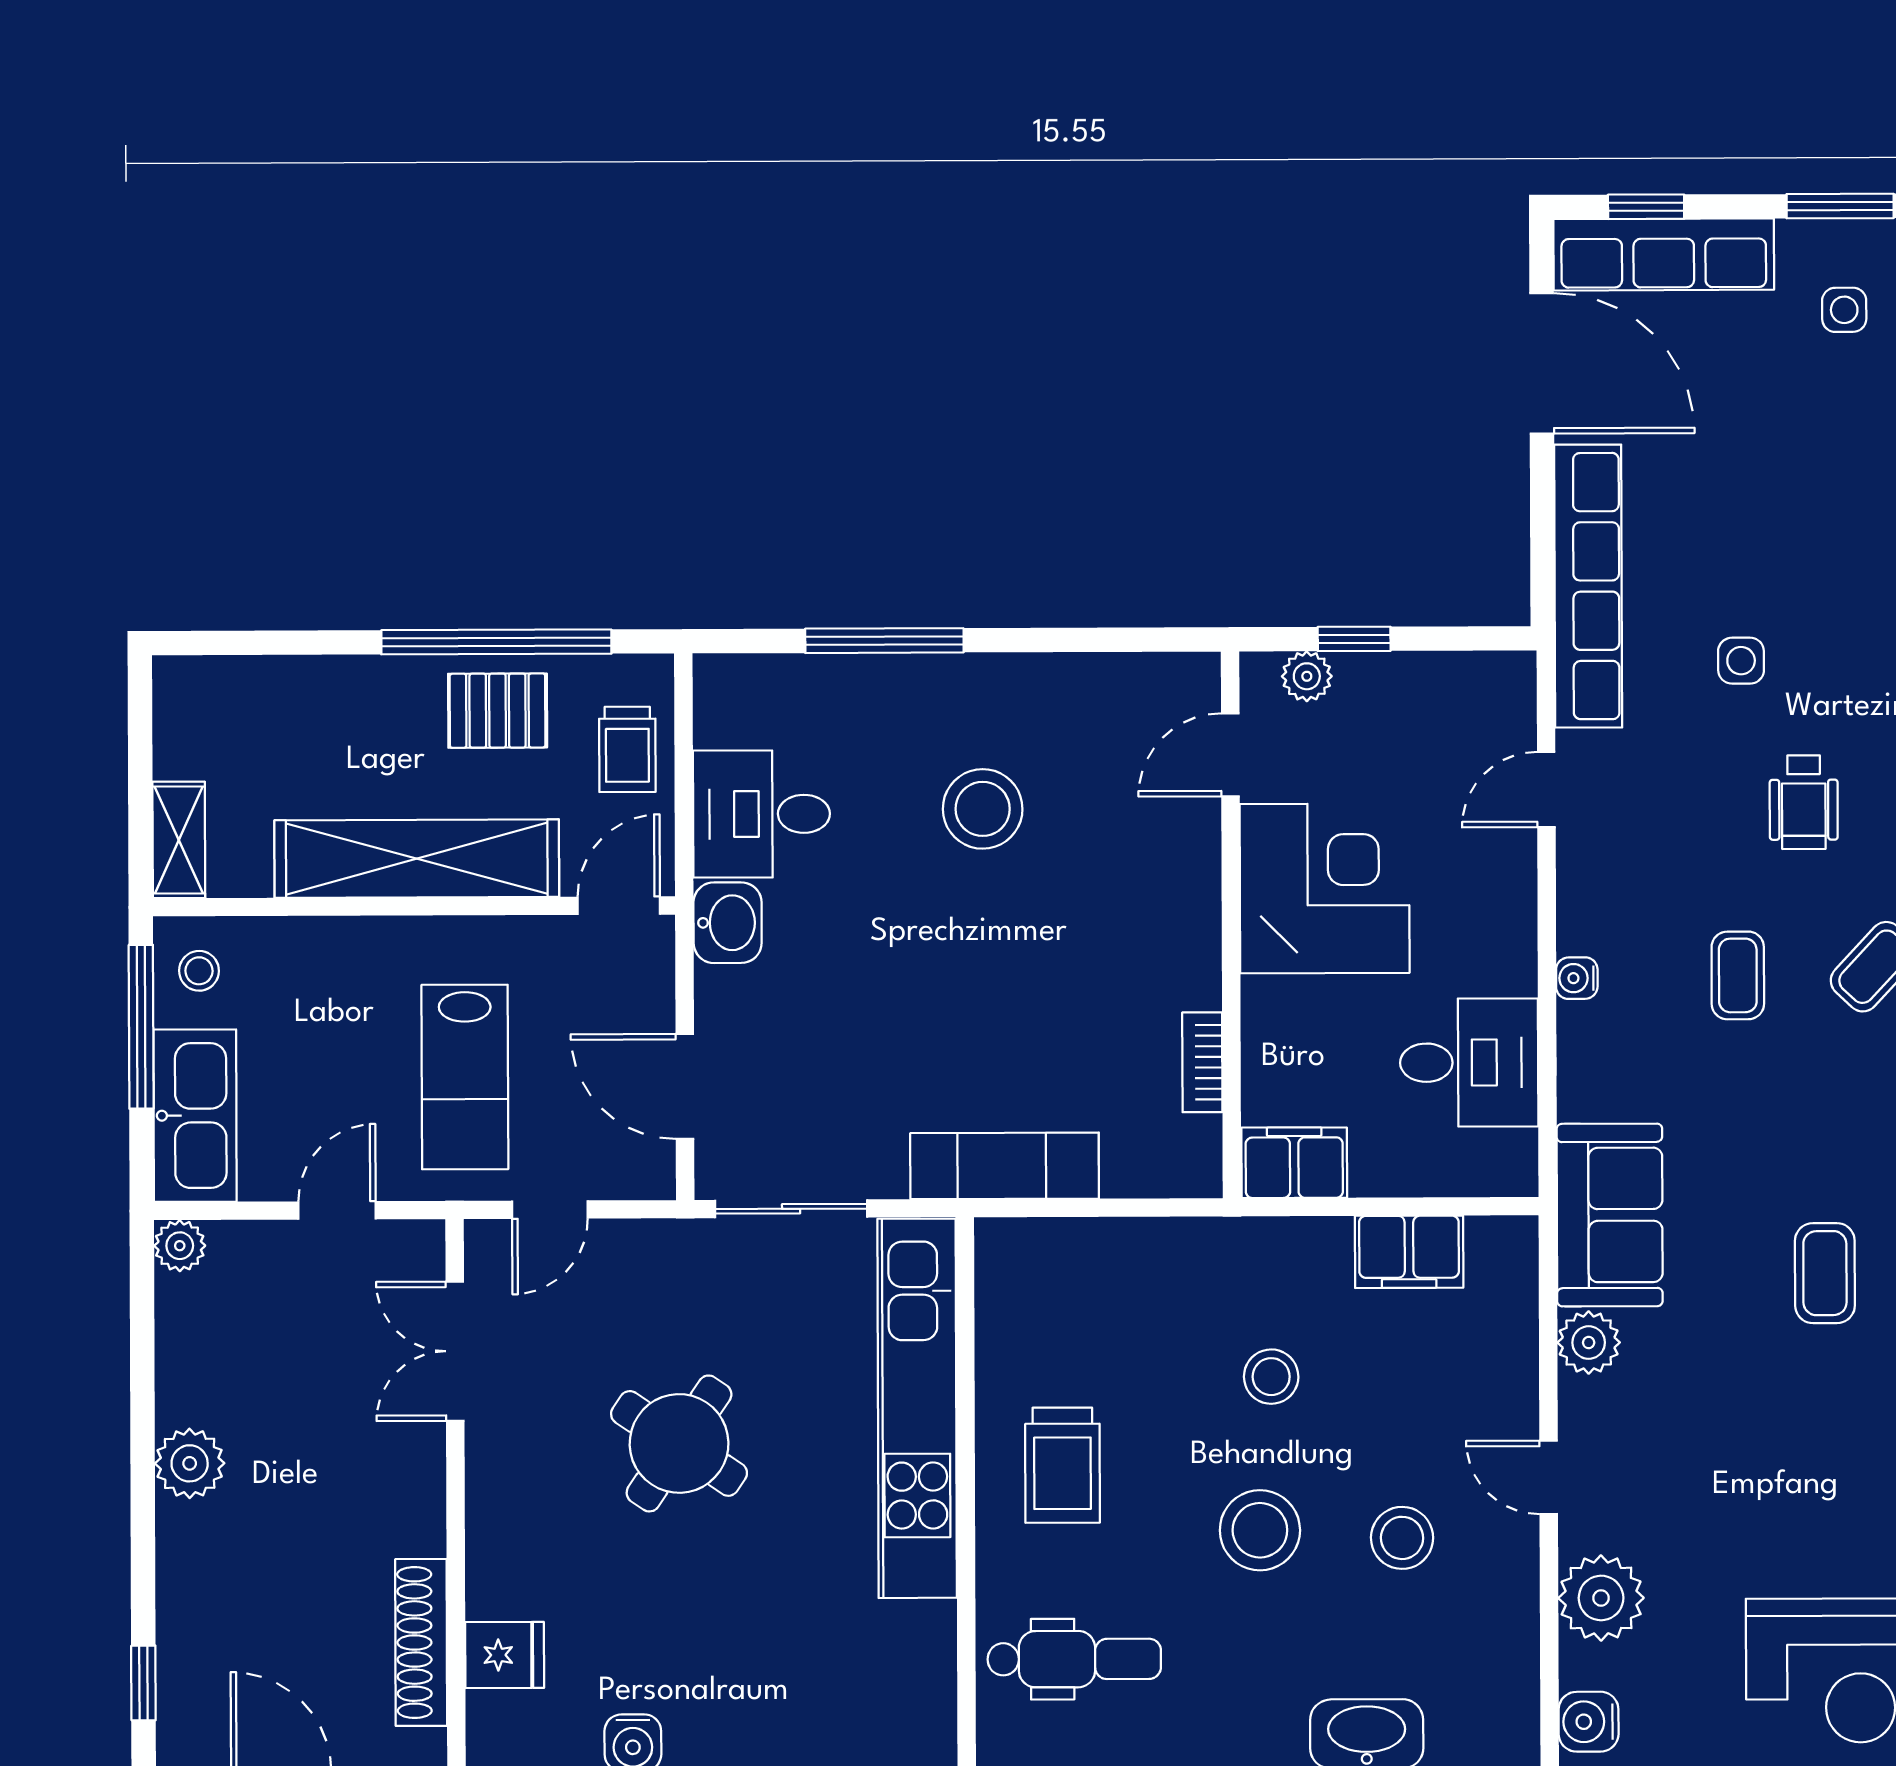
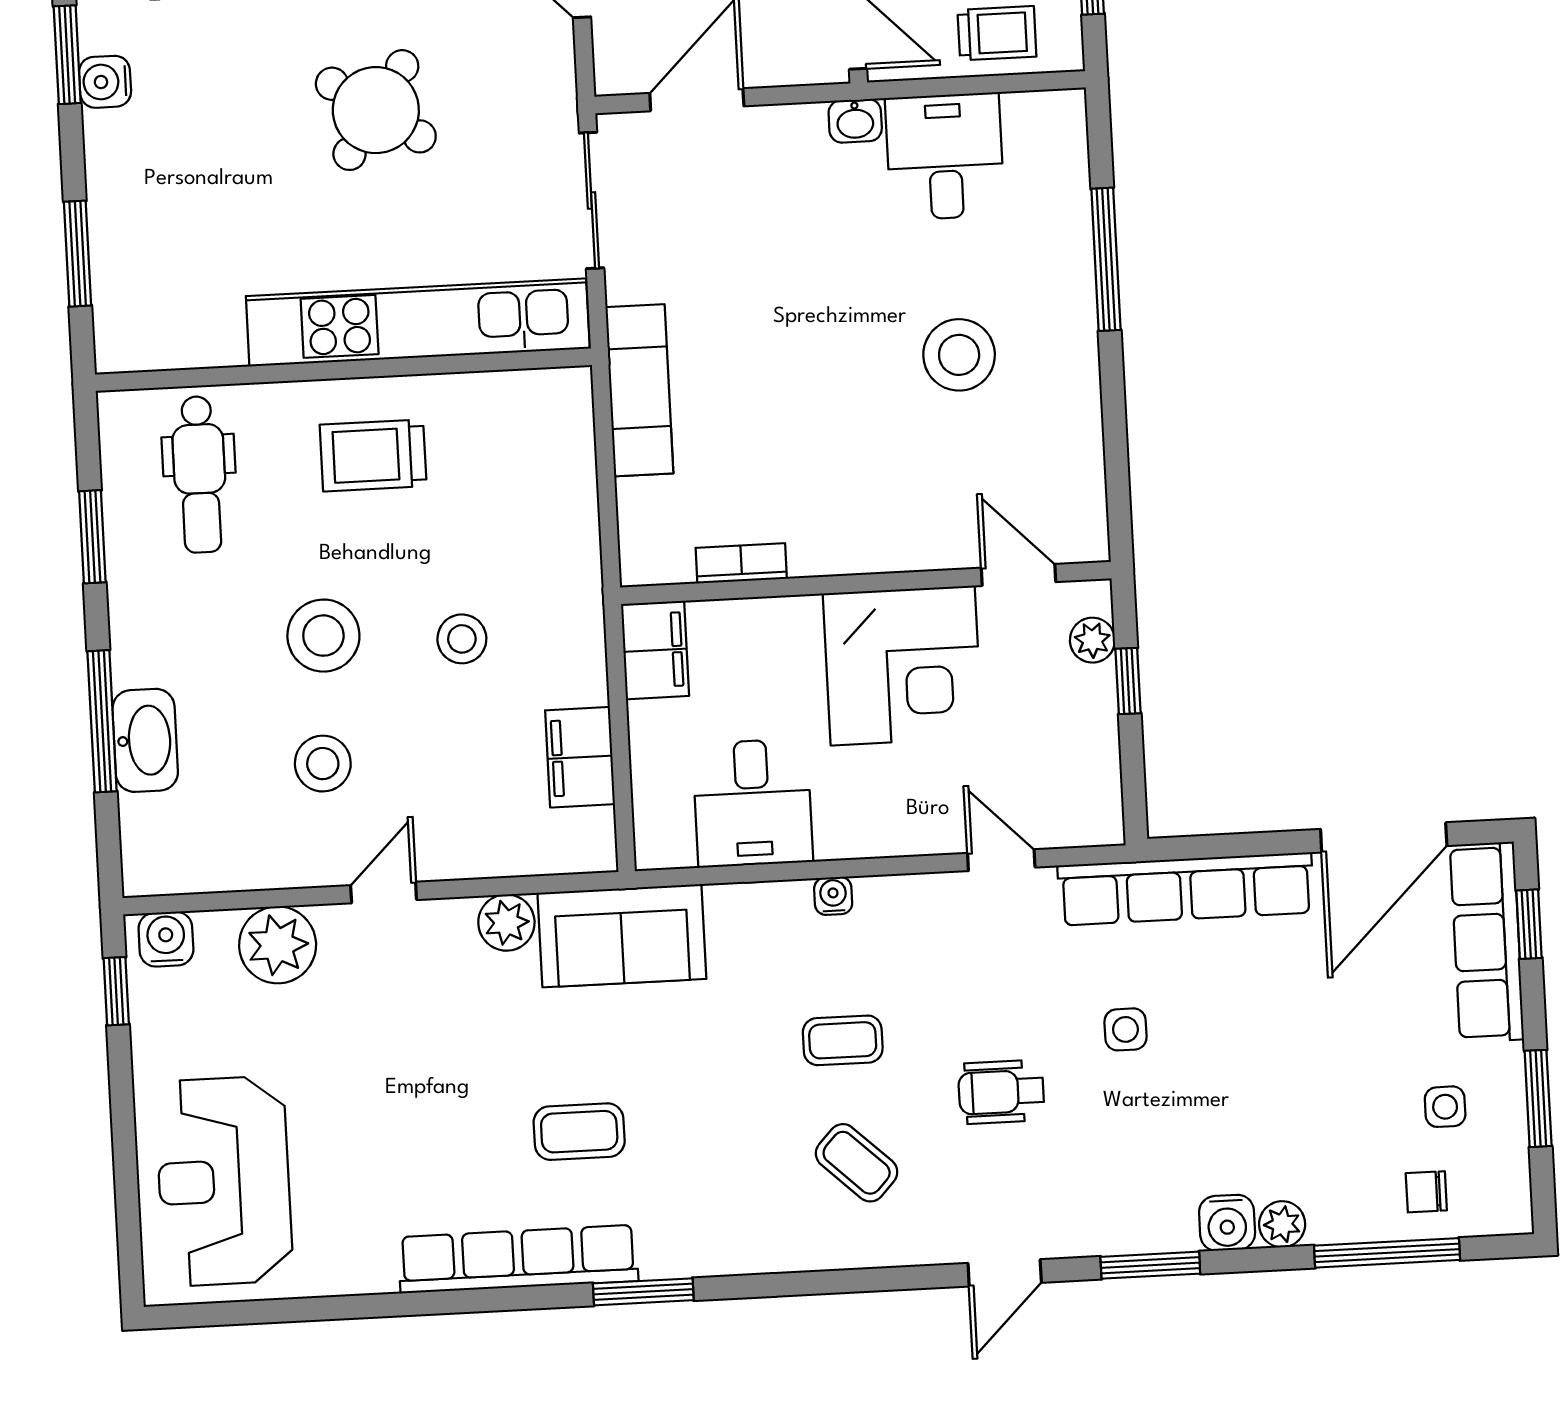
trolley: (627, 749) -> (997, 33), turned 180
washbasin: (728, 923) -> (855, 121), width x0.72, depth x0.69

